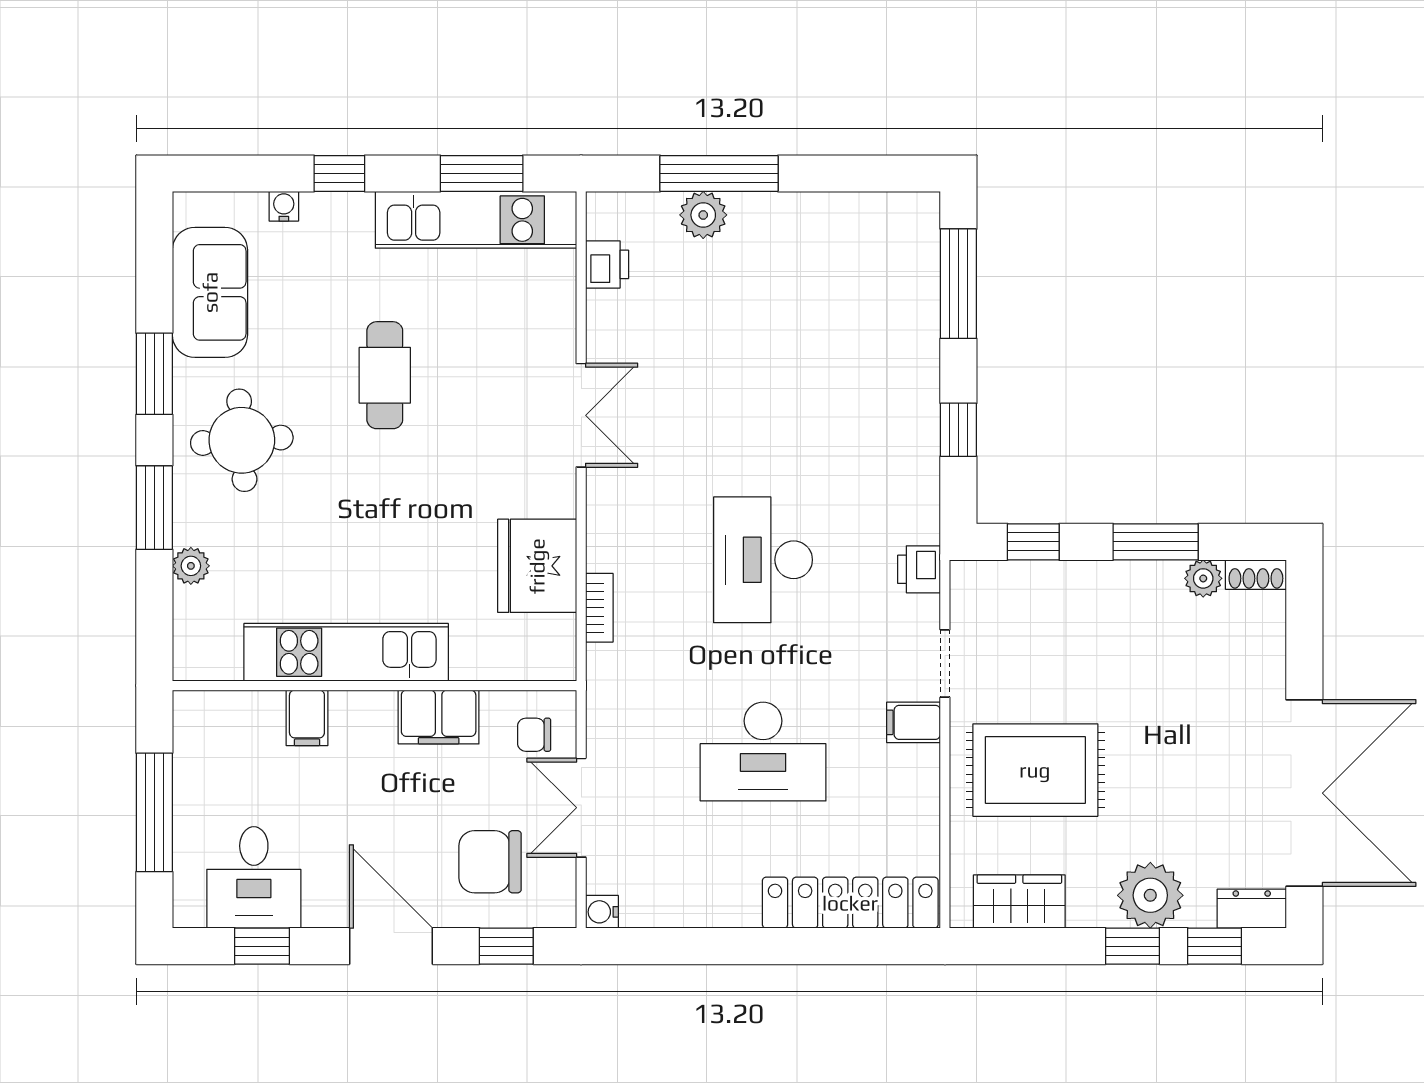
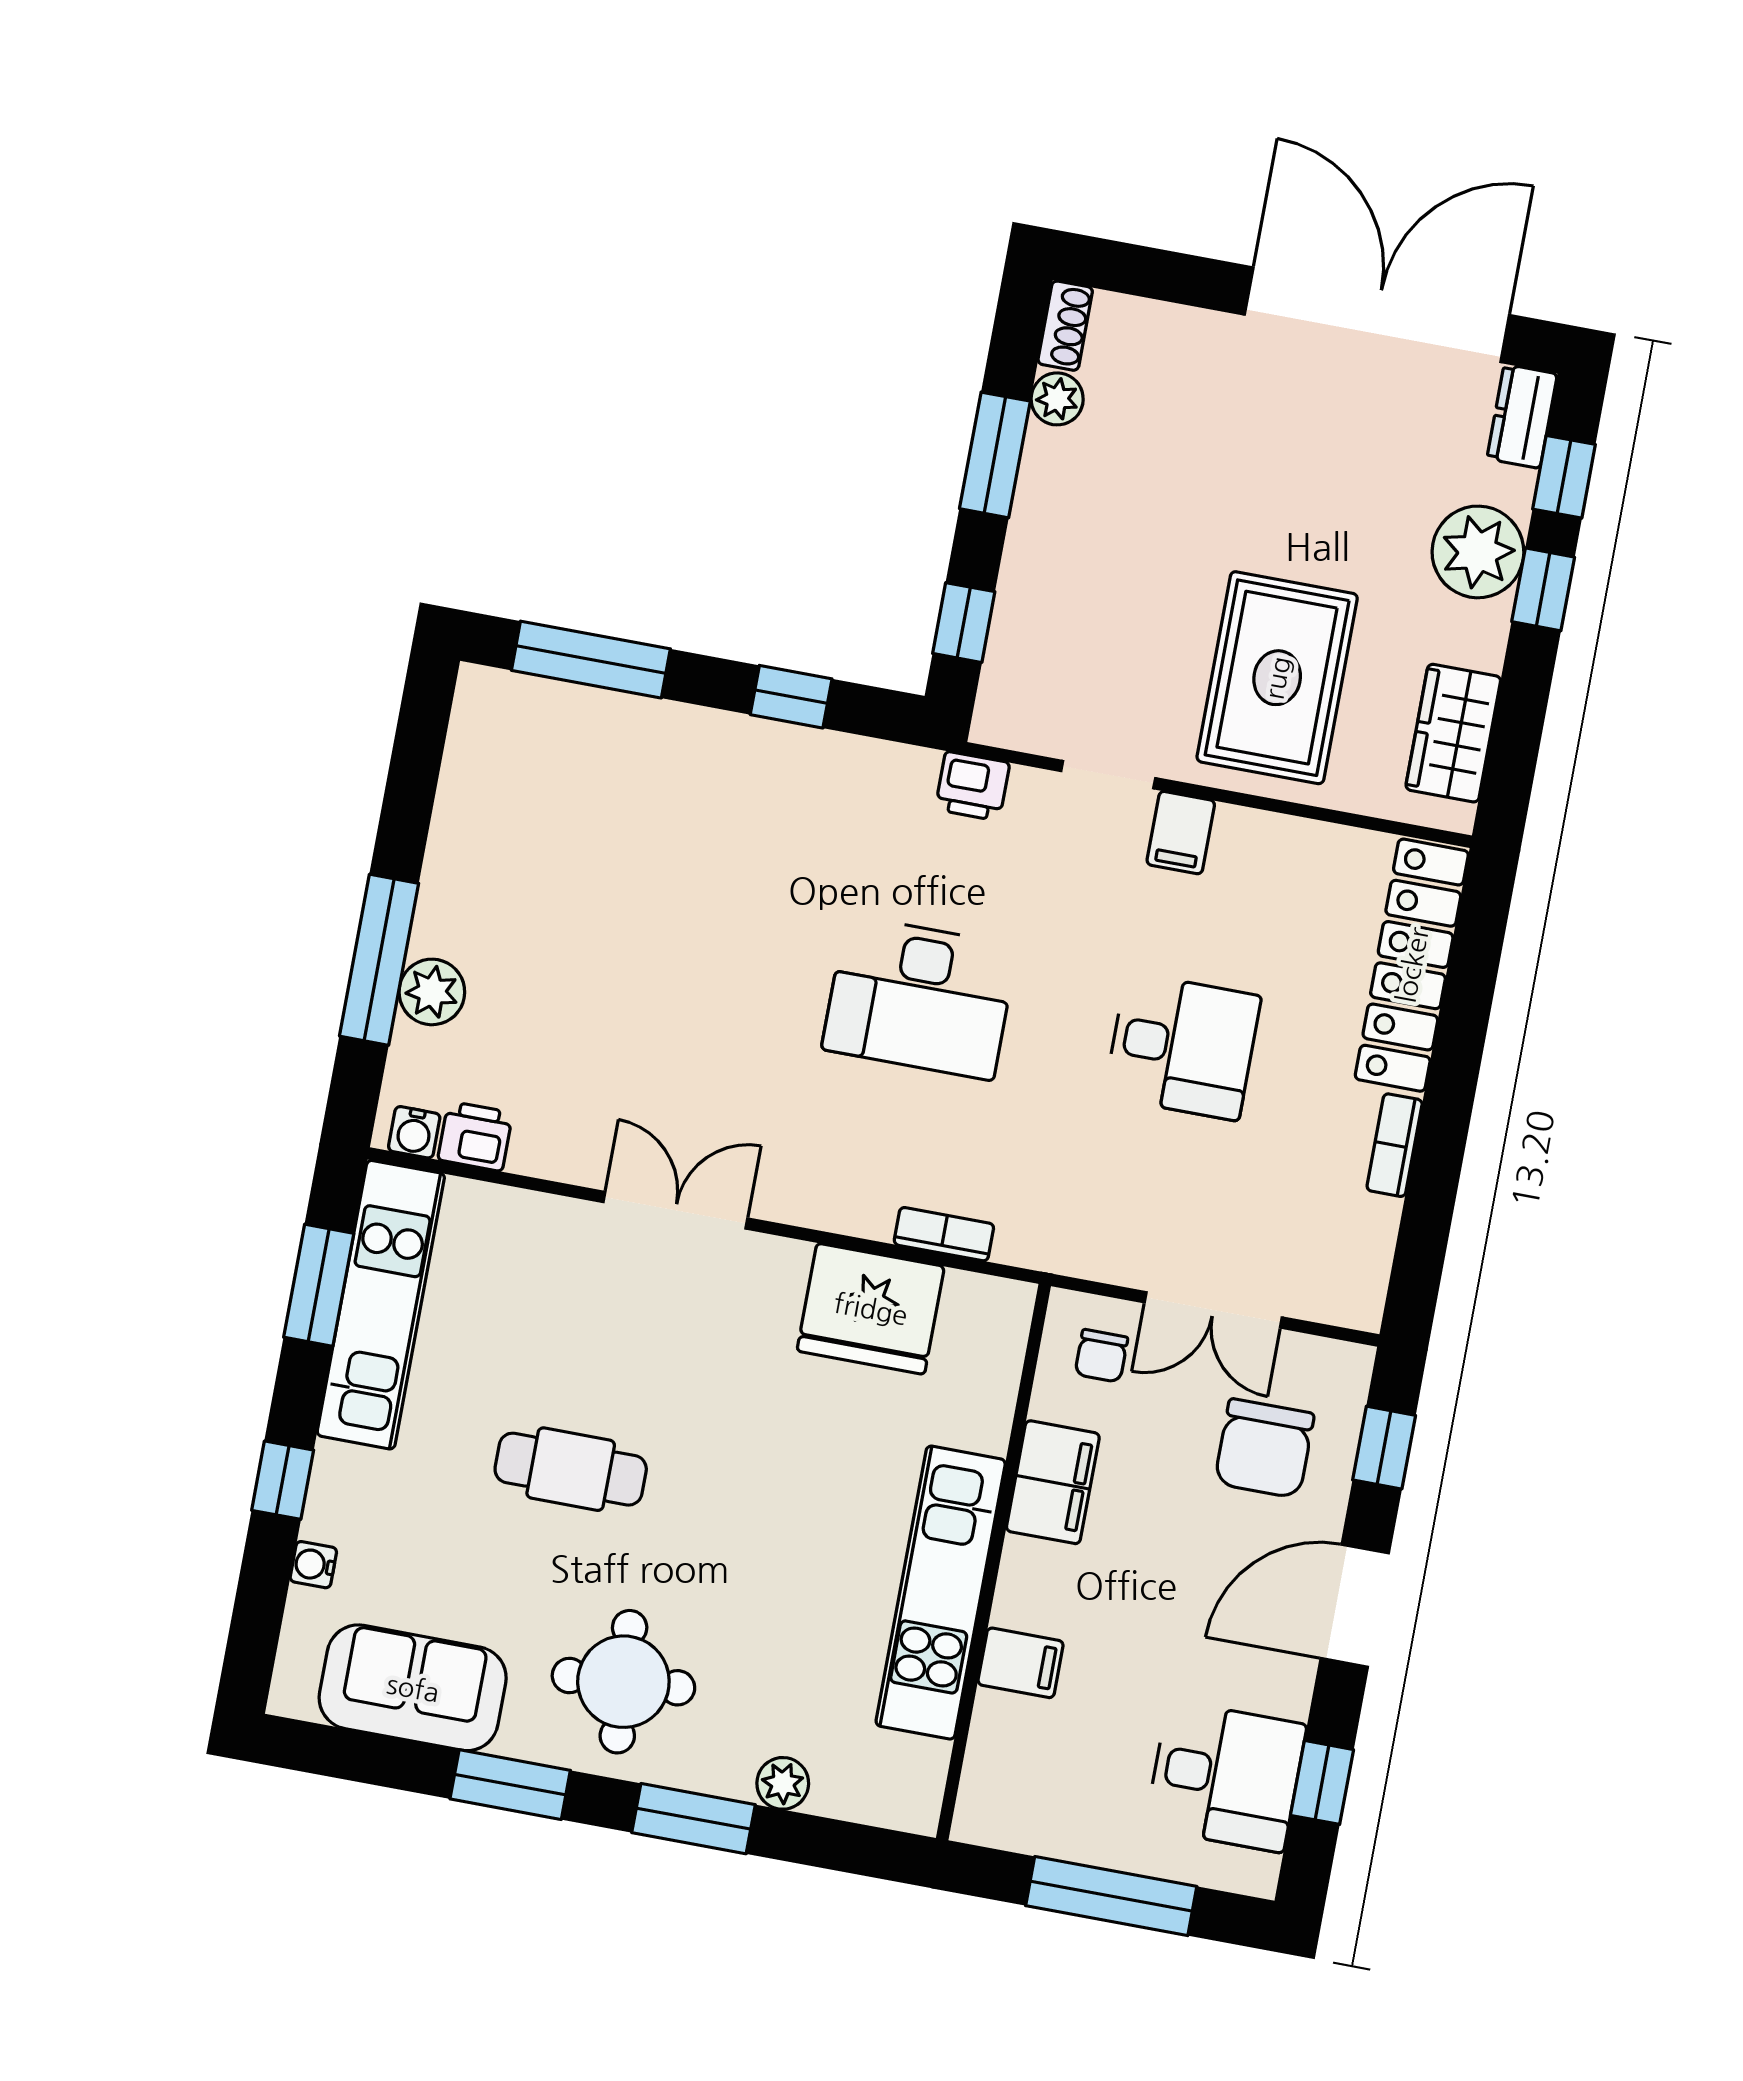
desk: (763, 752) -> (1183, 1046), width x0.73
water cooler: (602, 912) -> (414, 1132), moved
bookcase: (721, 914) -> (1395, 1145), added

